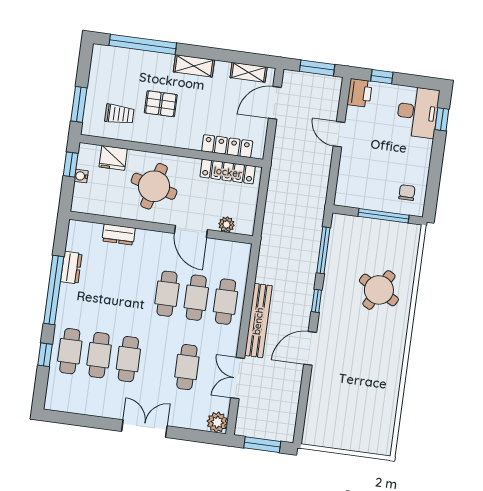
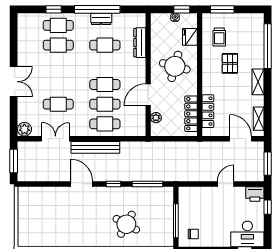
dresser: (119, 234) -> (140, 43), width x1.44
dresser: (71, 268) -> (101, 19), moved
cafe table: (128, 359) -> (105, 45), moved

